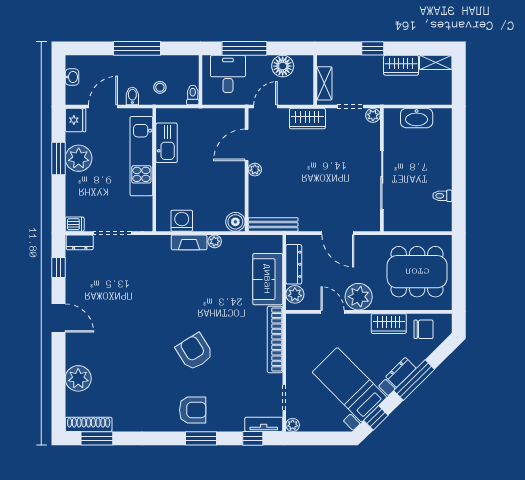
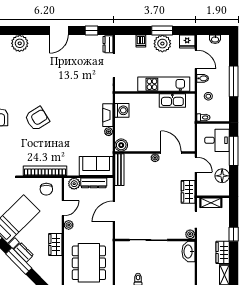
washbasin: (417, 118) -> (188, 251), moved
dishwasher: (75, 224) -> (141, 41), moved
sofa: (268, 279) -> (96, 166), moved
plant: (359, 297) -> (69, 225), width x0.53, depth x0.53
chair: (424, 329) -> (46, 189), moved

